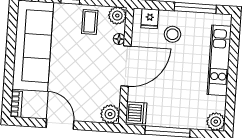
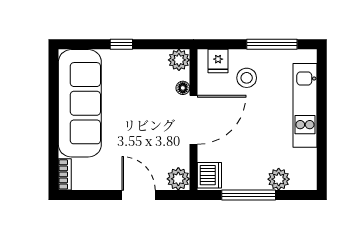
coffee table: (90, 22) -> (146, 70), removed
plant: (216, 122) -> (279, 179), moved
door: (60, 124) -> (139, 195), moved

